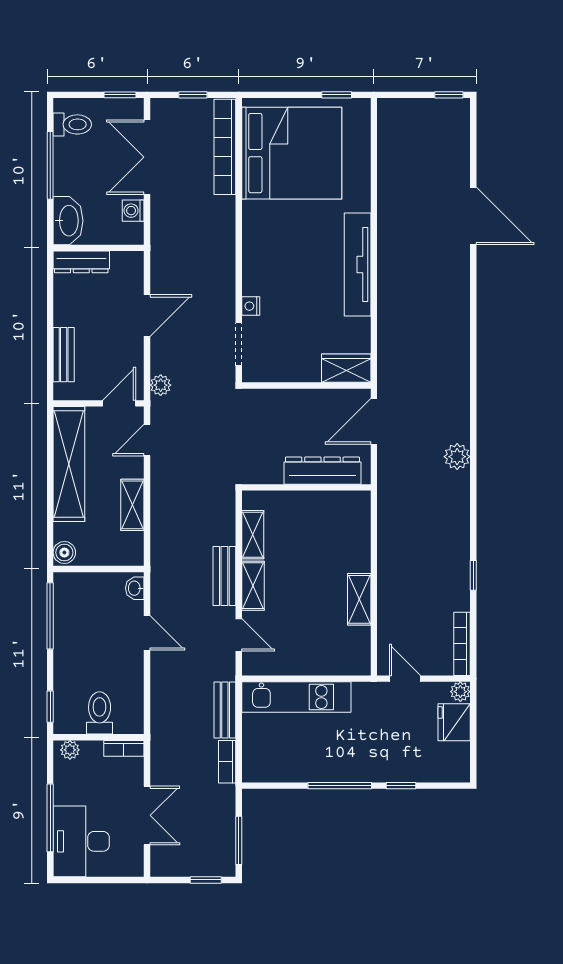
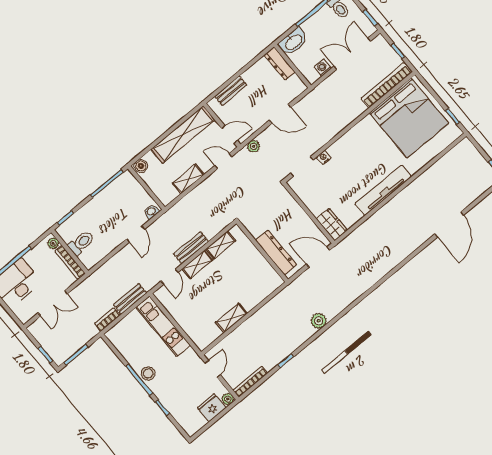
plant: (457, 457) -> (319, 321), moved
bookcase: (124, 748) -> (70, 262), width x1.56
stool: (341, 767) -> (148, 373), added

